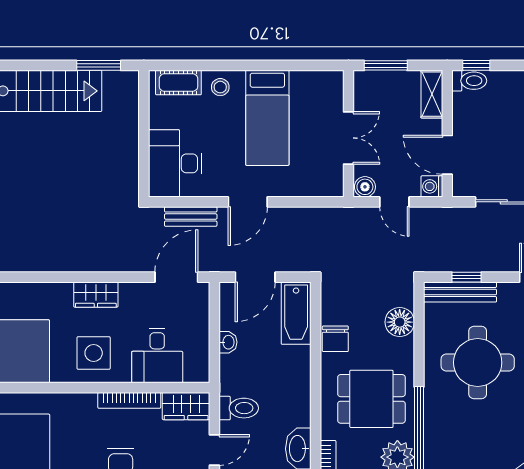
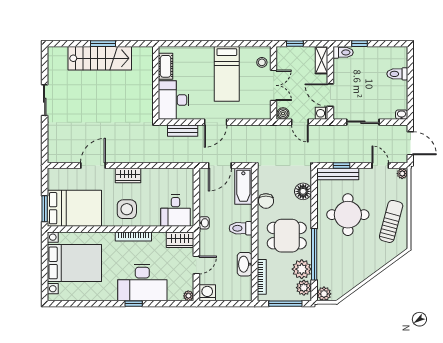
window: (99, 65) -> (103, 44), moved
window: (386, 65) -> (295, 44), width x0.67
window: (476, 65) -> (360, 44), moved
cot: (178, 83) -> (166, 66), moved, turned 90
stool: (220, 87) -> (262, 62), moved
door: (176, 277) -> (93, 165), moved
washbasin: (228, 342) -> (204, 223), moved
desk: (157, 356) -> (176, 211), moved
bookcase: (129, 400) -> (133, 236), moved
toilet: (239, 408) -> (241, 228), moved, turned 180

